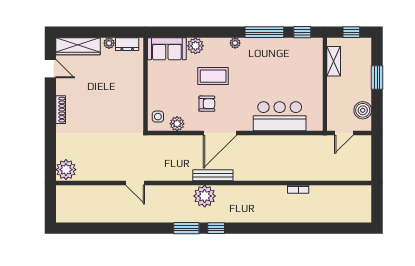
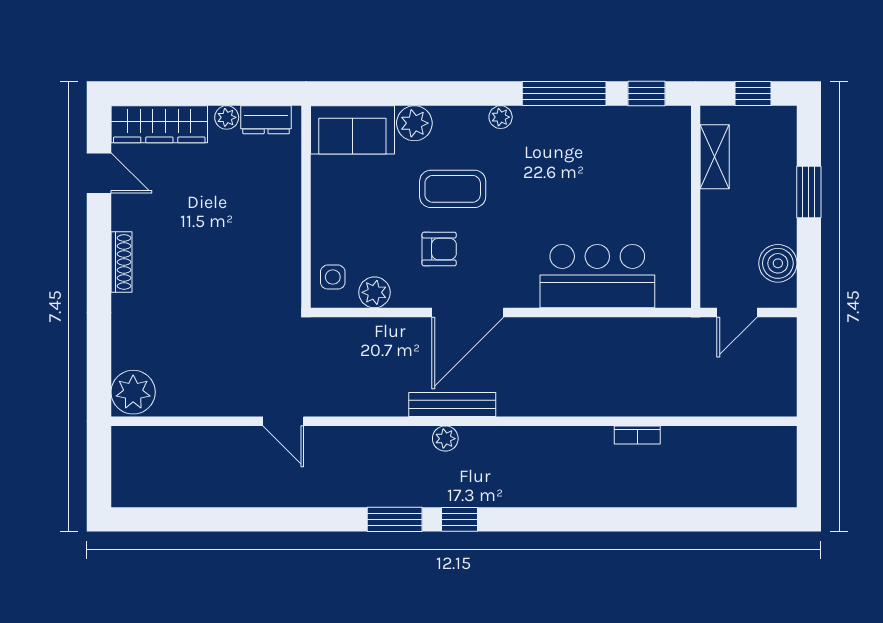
plant: (205, 196) -> (445, 439), width x0.53, depth x0.53

